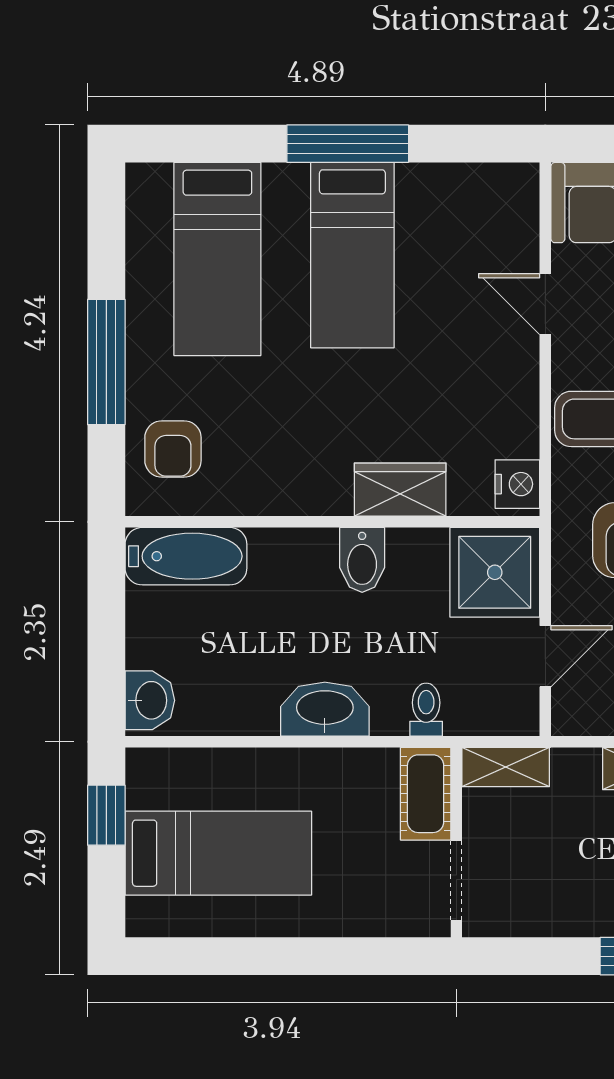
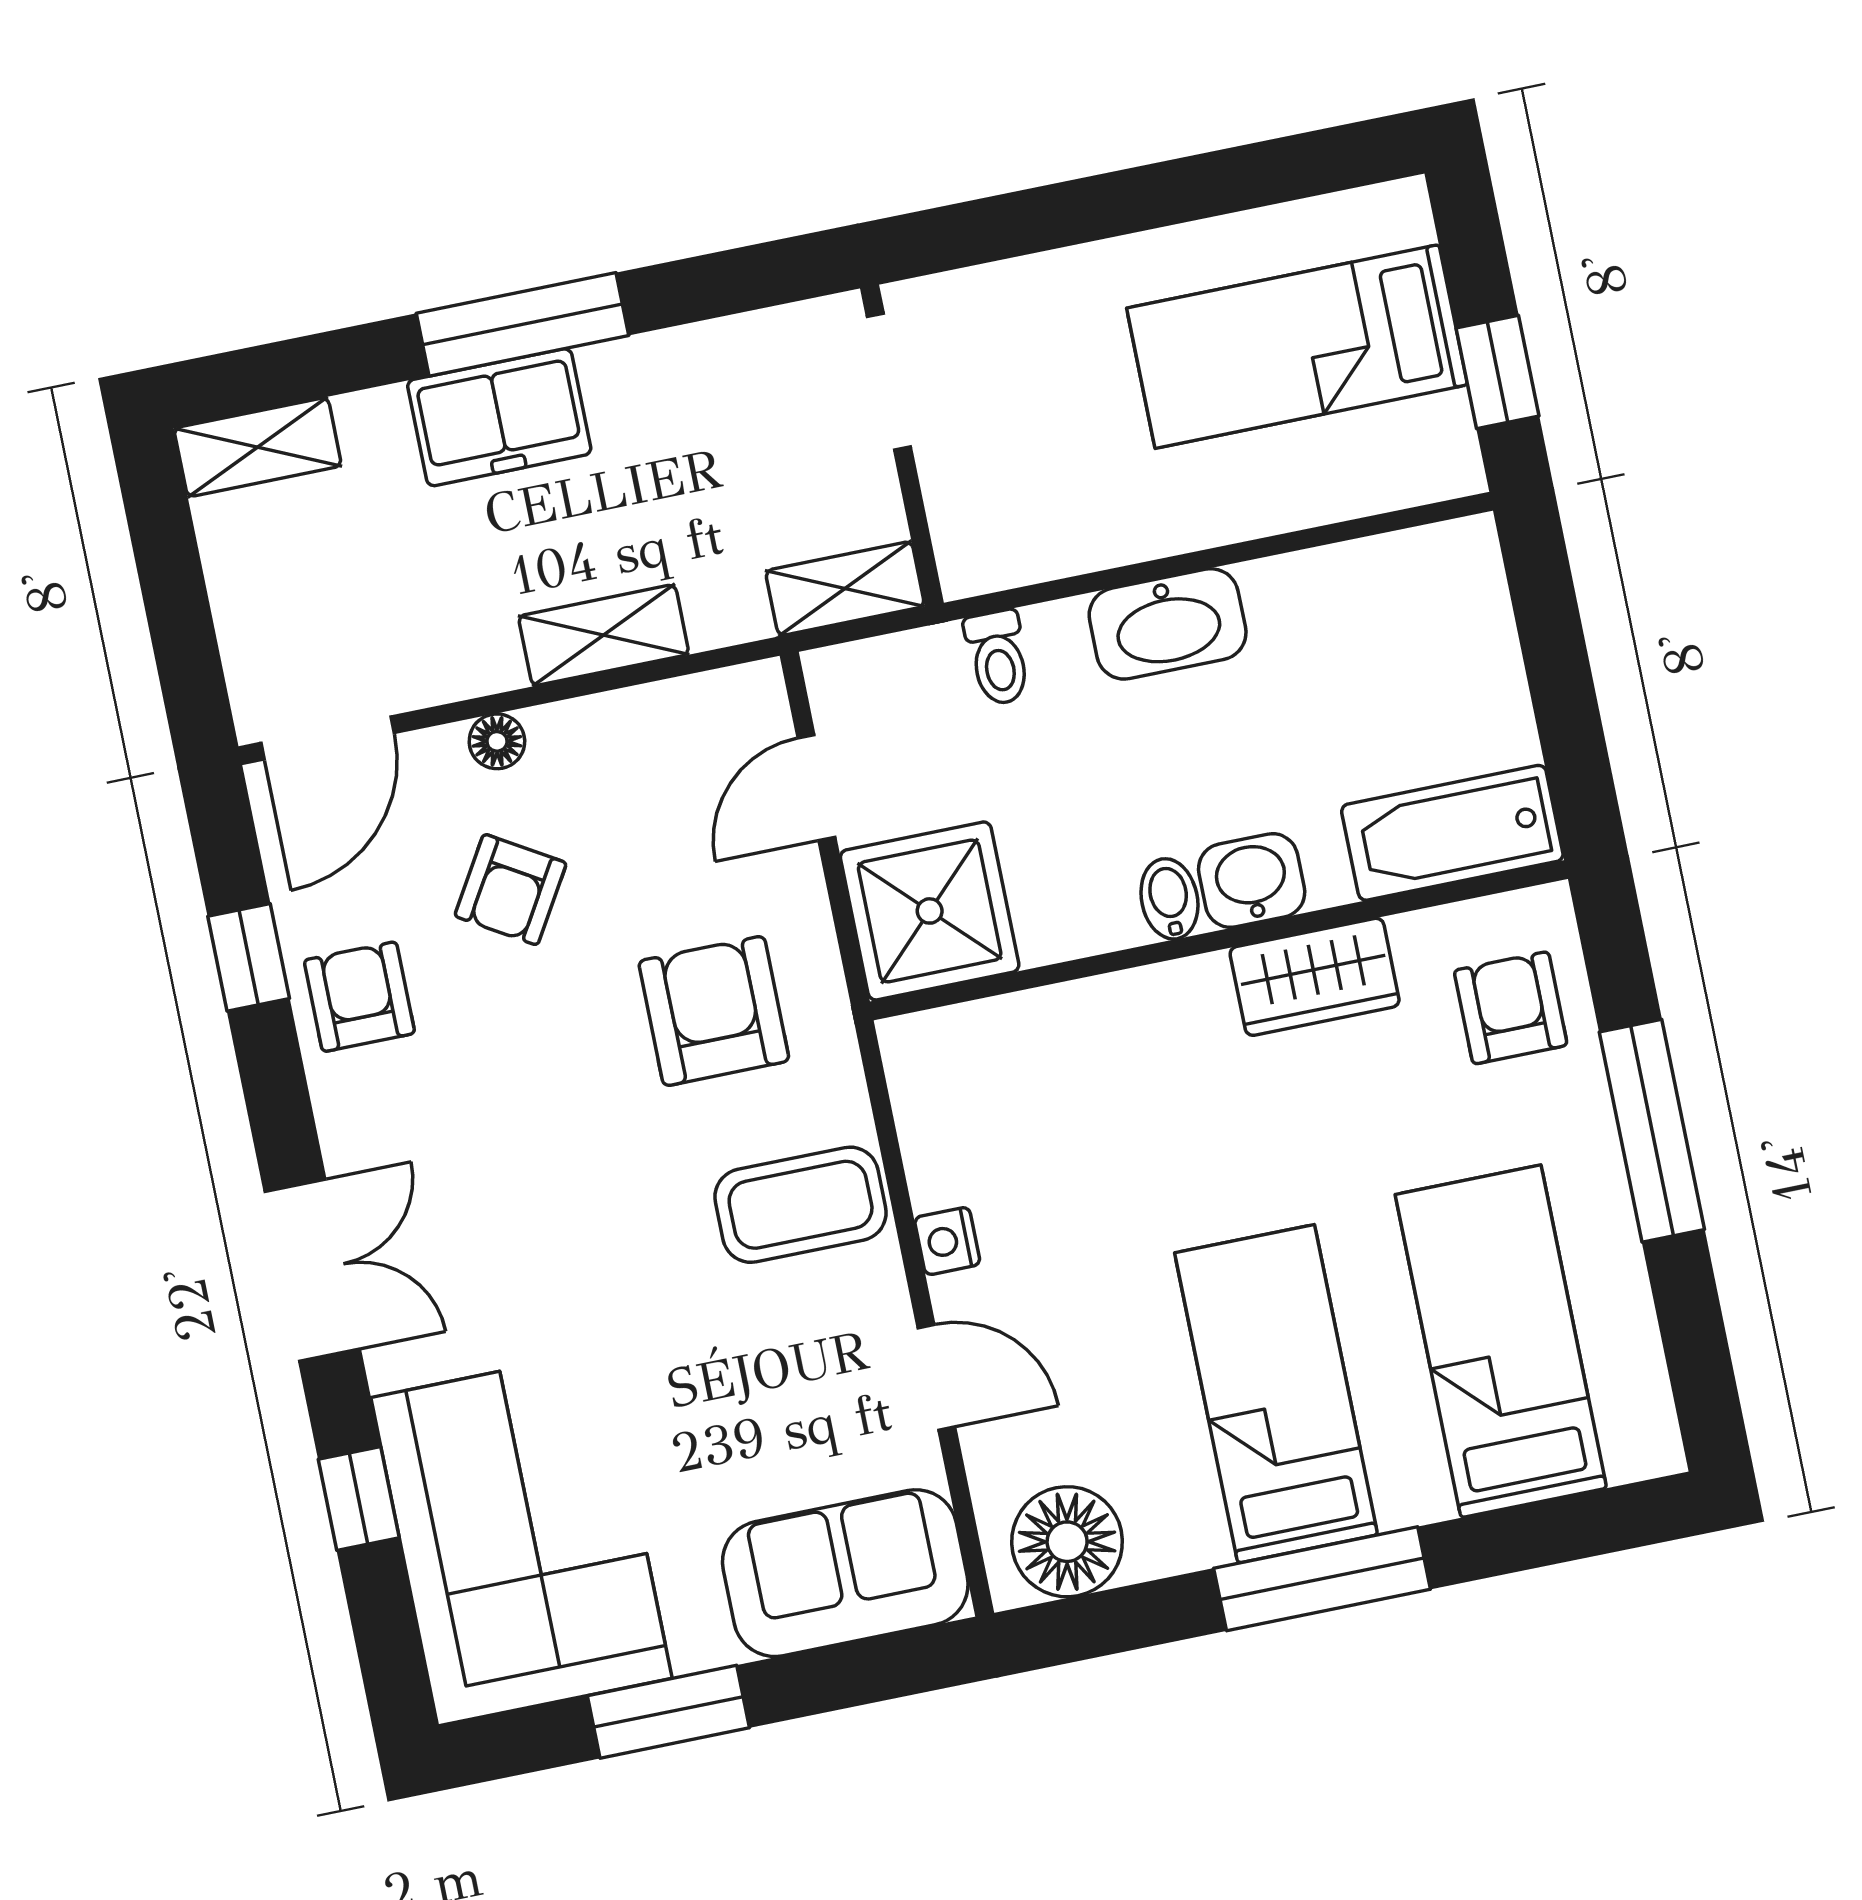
floor lamp: (490, 195) -> (1067, 1542), added
nightstand: (517, 484) -> (947, 1241), moved, width x0.72, depth x0.74
wardrobe: (400, 490) -> (1315, 977), moved
bidet: (362, 560) -> (1169, 899), width x0.72, depth x0.74
washbasin: (150, 700) -> (1252, 881), moved, turned 90
cot: (426, 794) -> (970, 517), removed

